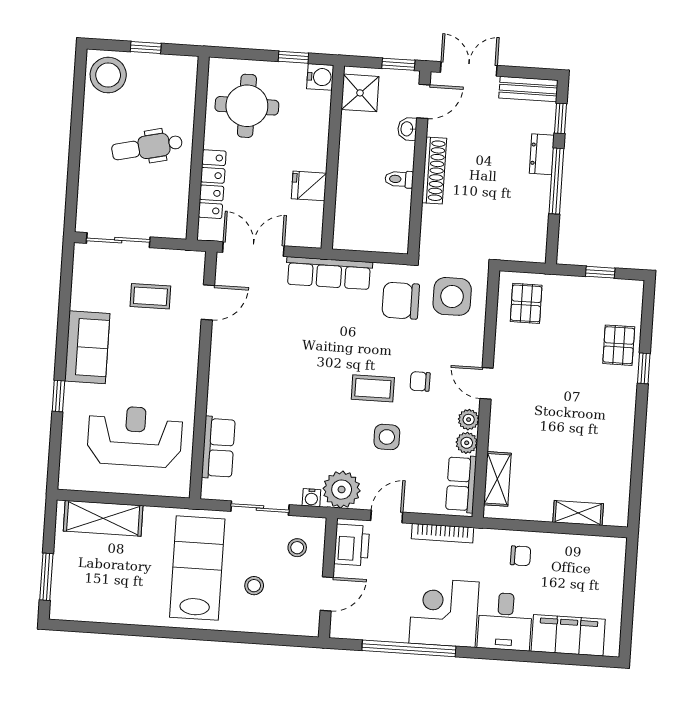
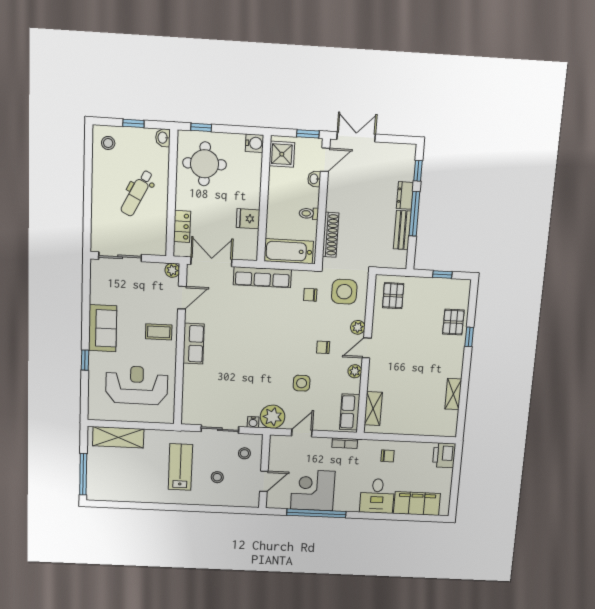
window: (293, 57) -> (201, 127), moved
washbasin: (188, 68) -> (163, 138), added
stool: (108, 75) -> (108, 143), width x0.53, depth x0.53
bench: (528, 89) -> (402, 230), moved, turned 90
dental chair: (147, 147) -> (137, 193), turned -50
shoe rack: (434, 171) -> (331, 235), moved
locker: (212, 184) -> (182, 226), width x0.66
bathtub: (369, 235) -> (289, 251), added
plant: (195, 261) -> (172, 270), added
coffee table: (150, 296) -> (159, 332), moved
chair: (401, 301) -> (310, 295), width x0.54, depth x0.54
door: (487, 383) -> (367, 348), hinge flipped
coffee table: (373, 388) -> (292, 352), removed
plant: (467, 443) -> (358, 327), moved
row of seats: (218, 448) -> (194, 344), moved
shelving: (578, 513) -> (453, 394), moved, turned 90
bookcase: (443, 533) -> (345, 443), width x0.64
printer: (352, 545) -> (444, 455), moved, turned 180
lab bench: (197, 568) -> (180, 467), width x0.73, depth x0.72
window: (46, 577) -> (83, 474), width x1.44
corner desk: (444, 613) -> (313, 490), moved

